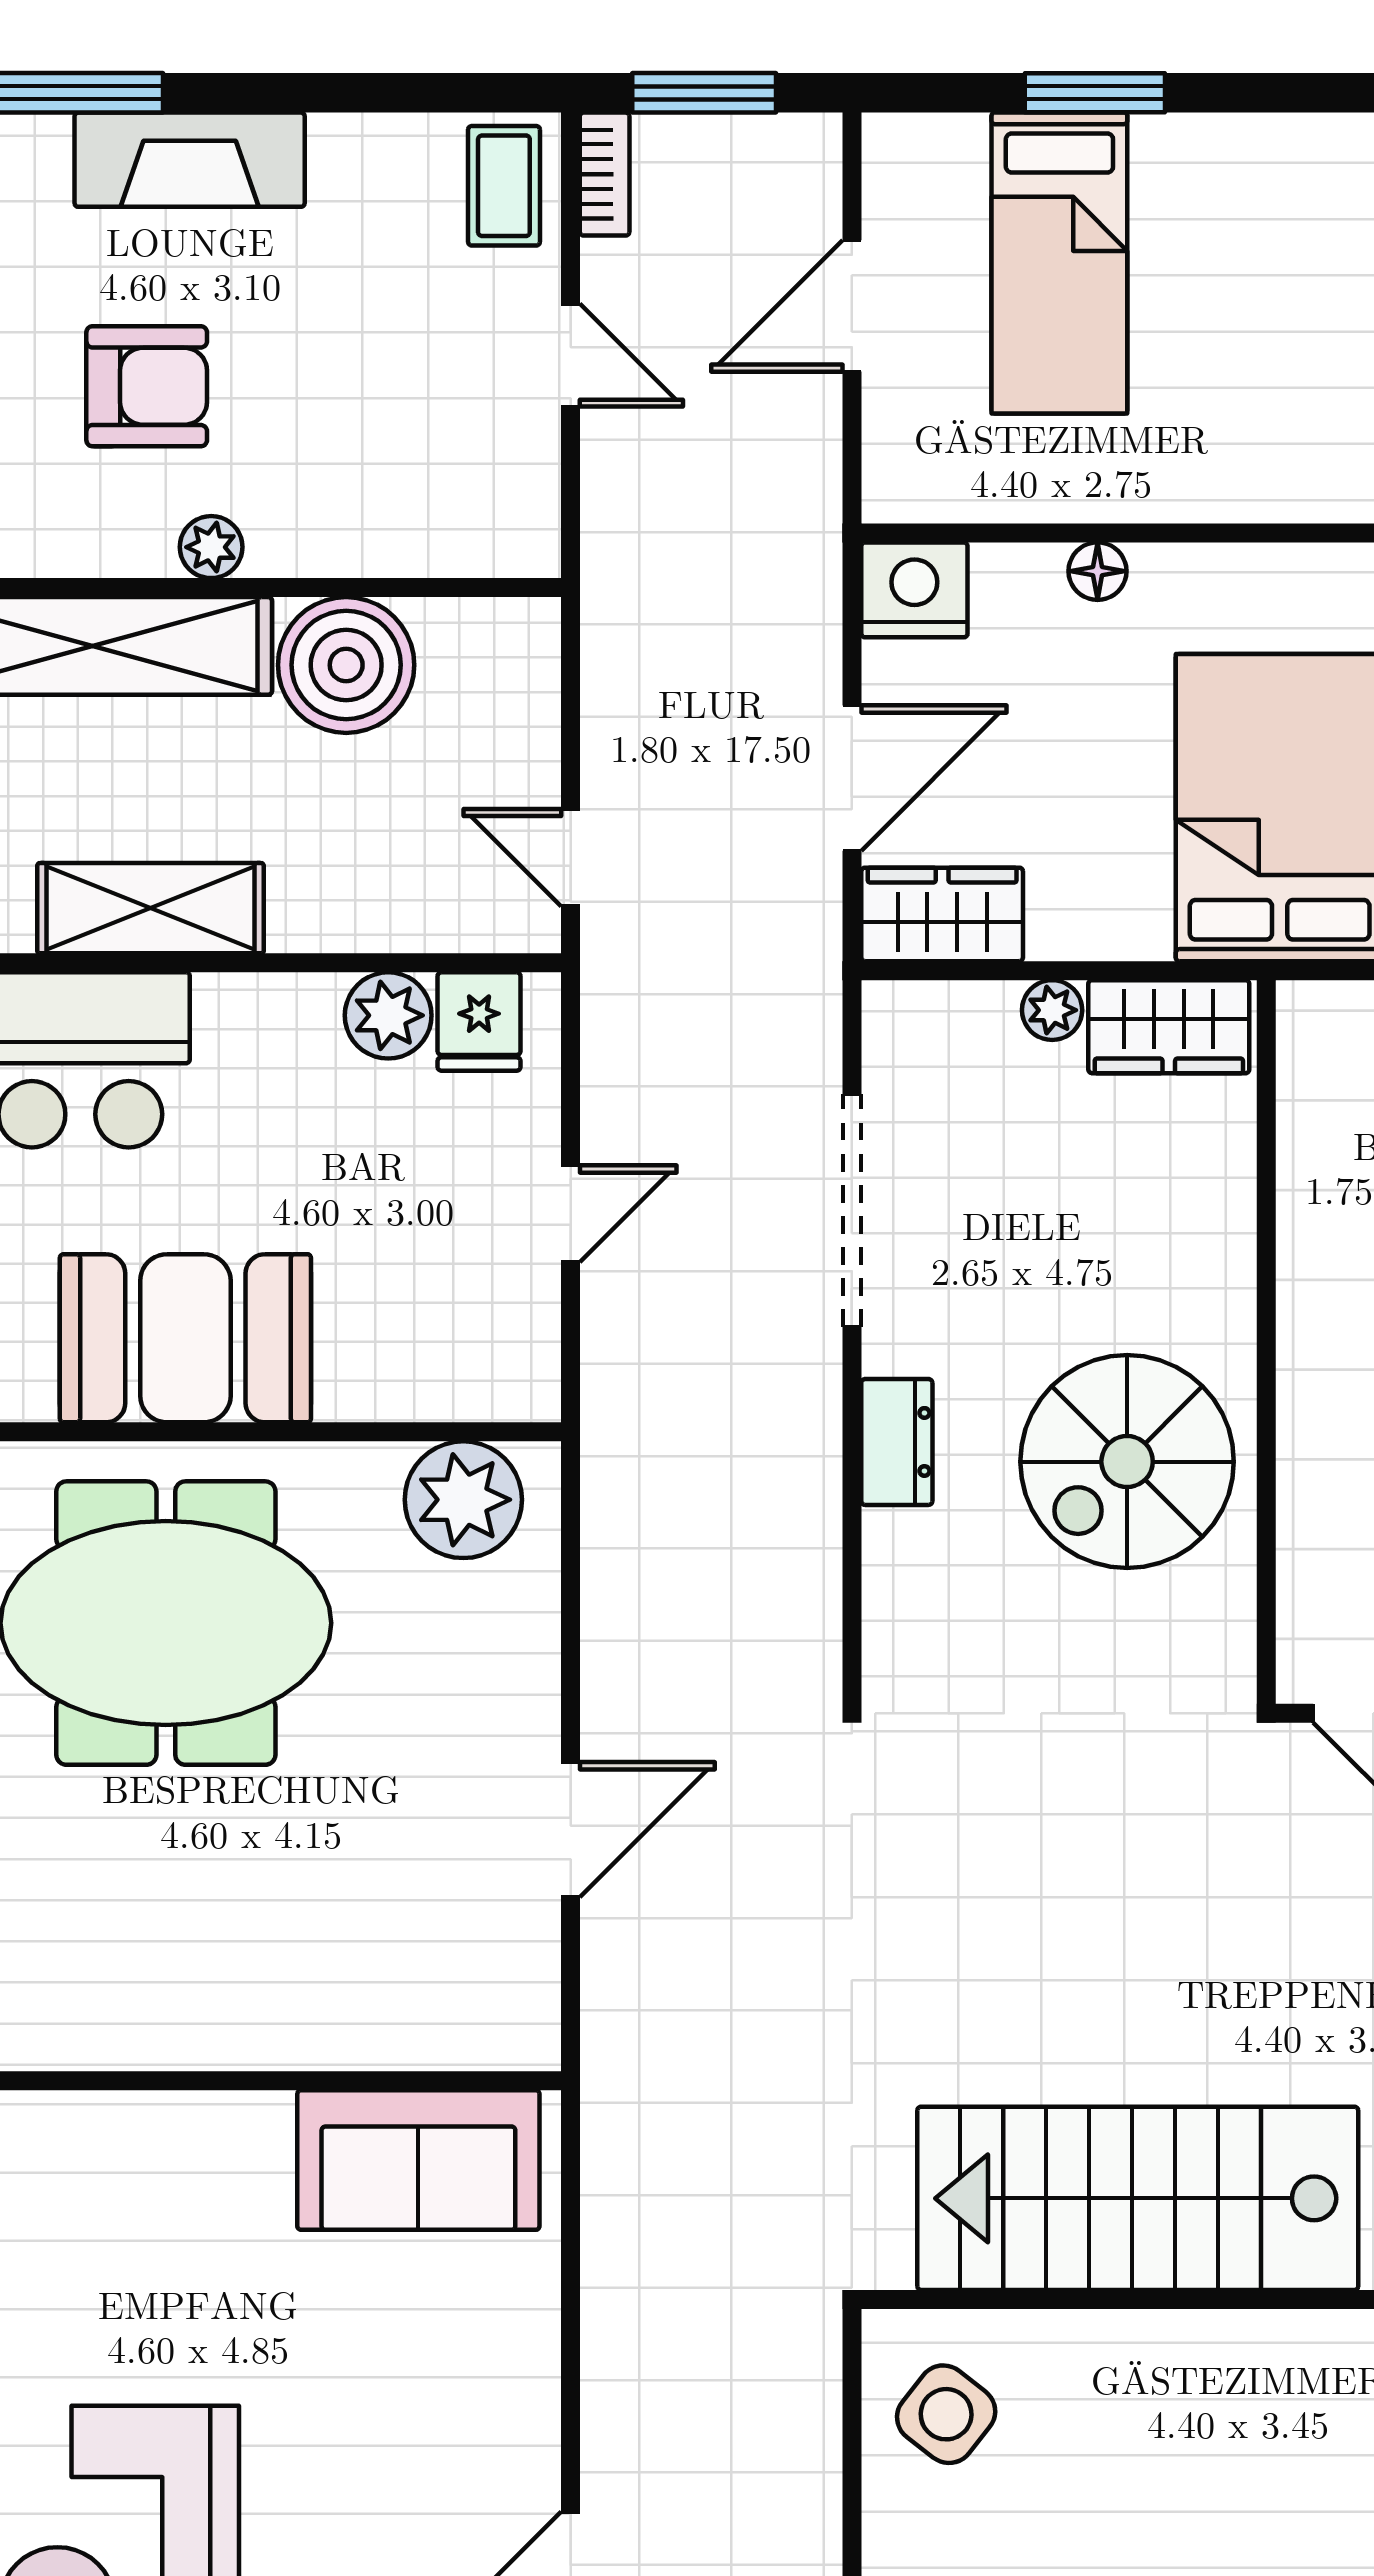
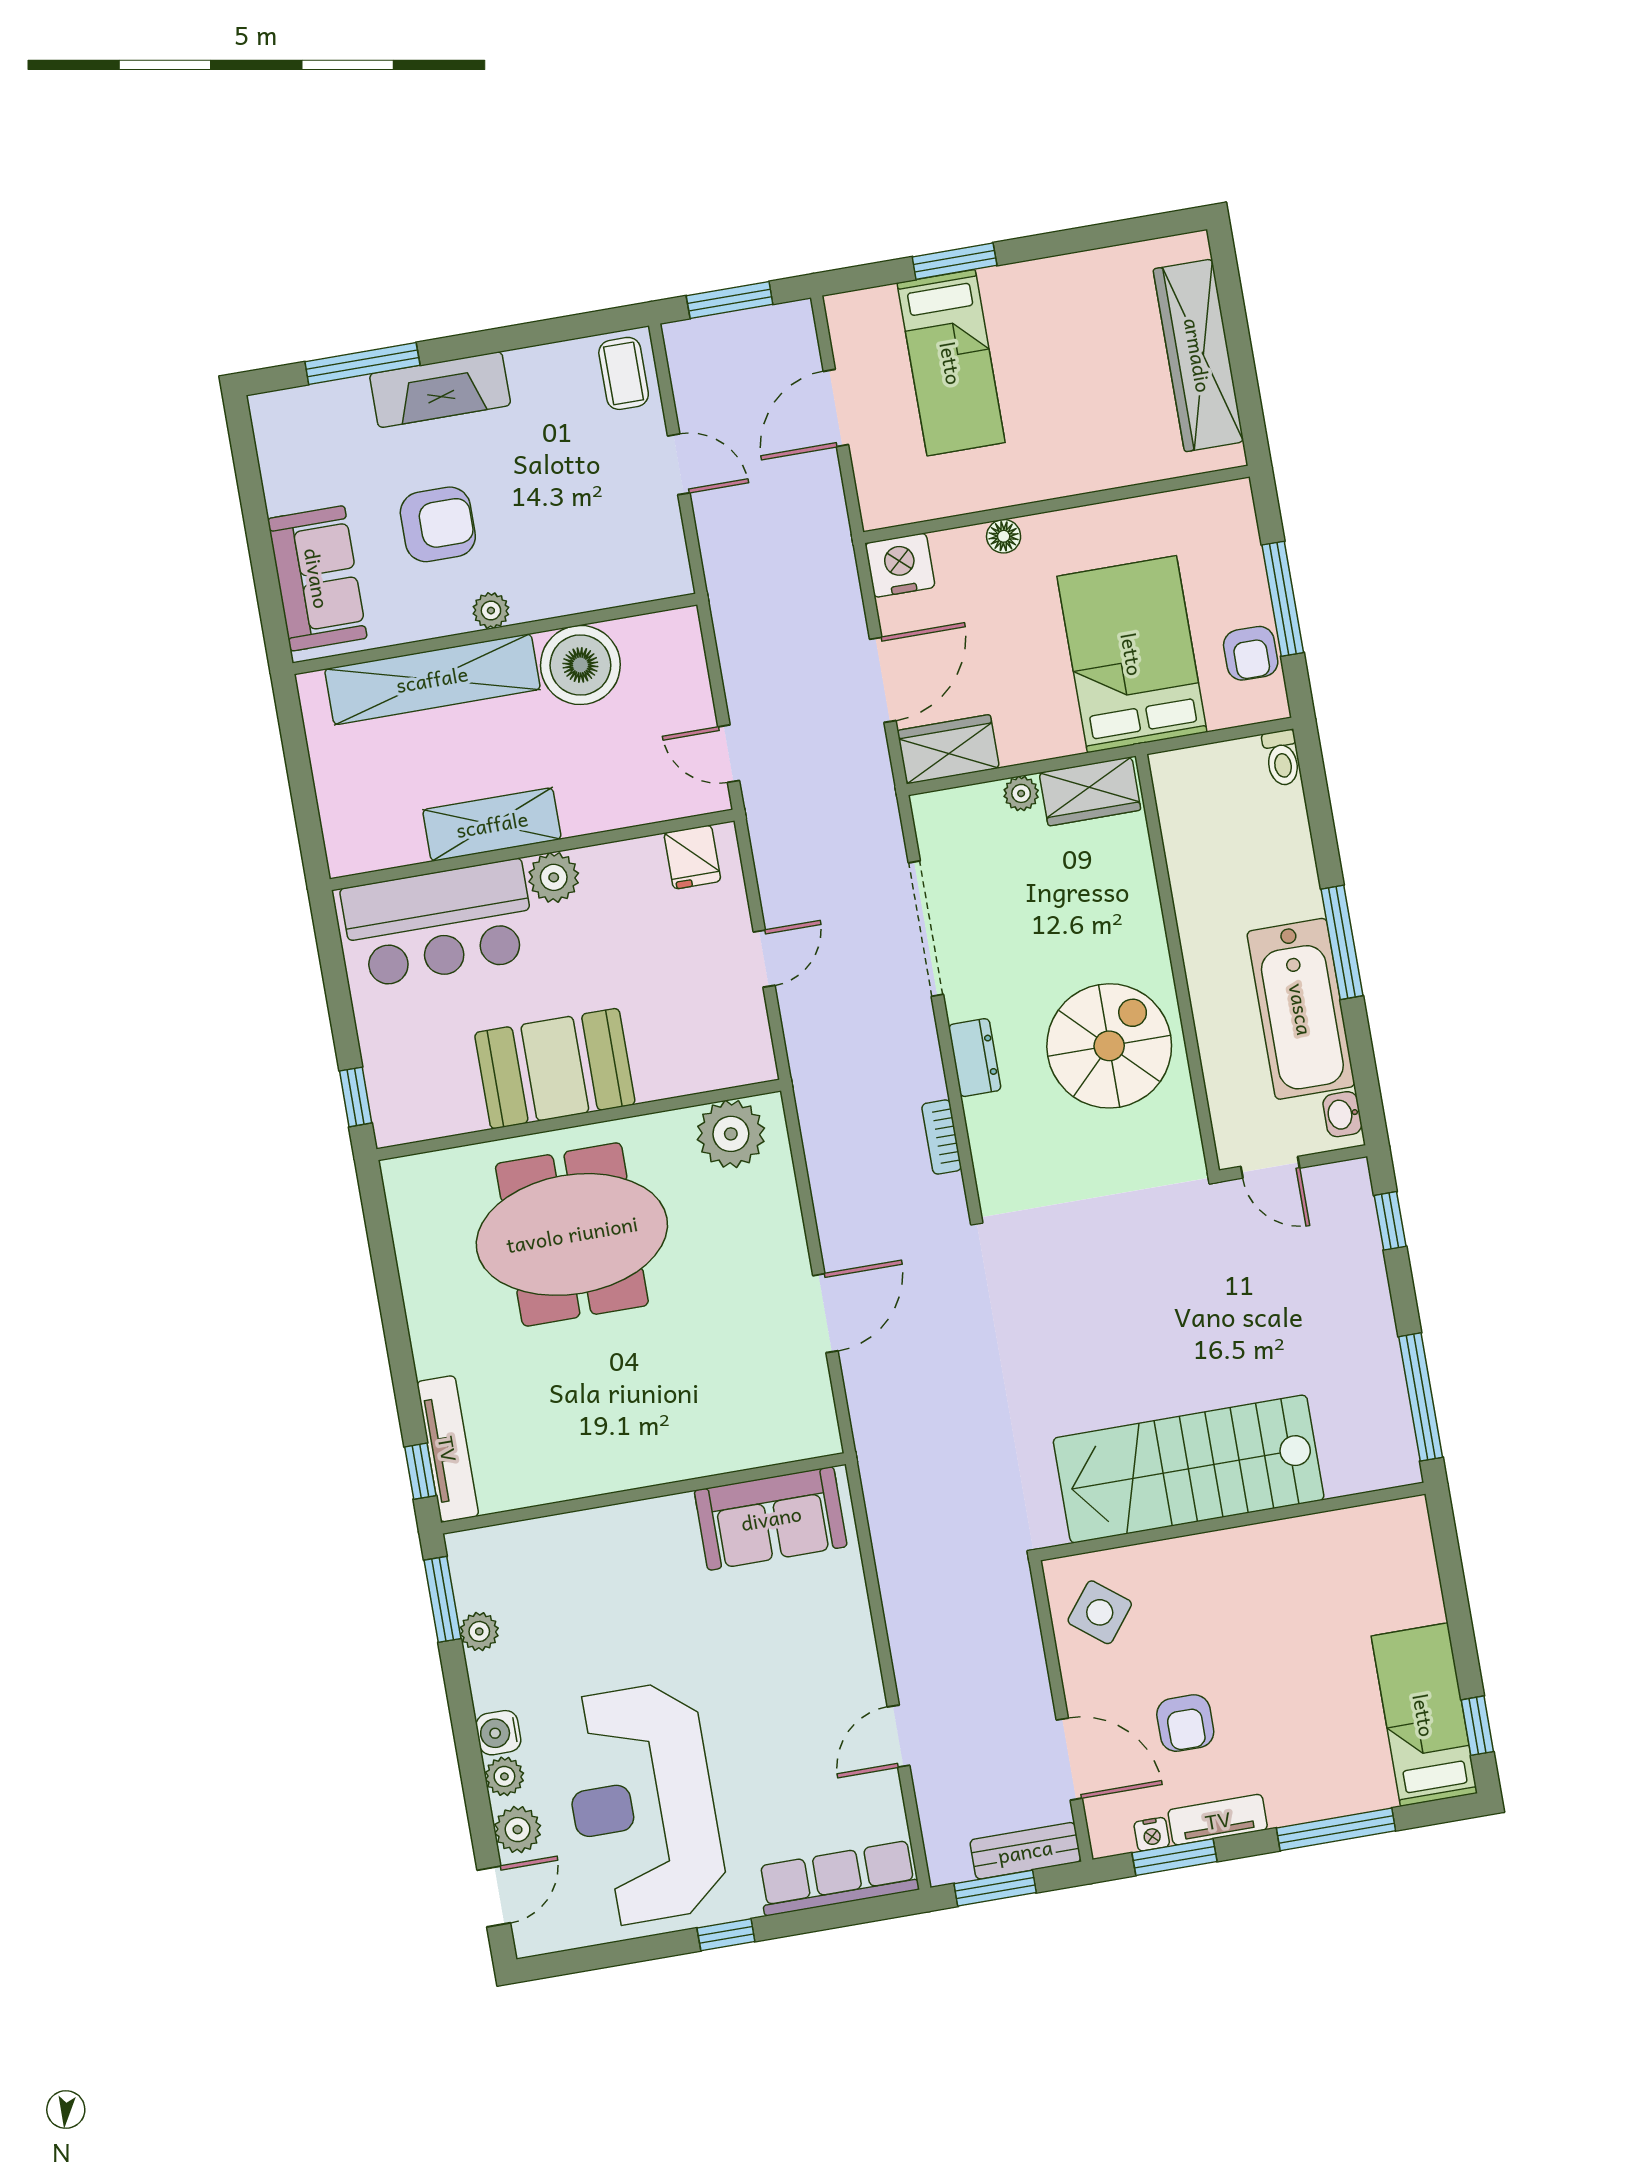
bookcase: (605, 174) -> (942, 1137), moved, turned 180
plant: (388, 1015) -> (554, 877), moved
spiral stairs: (1127, 1462) -> (1109, 1046), turned 180

